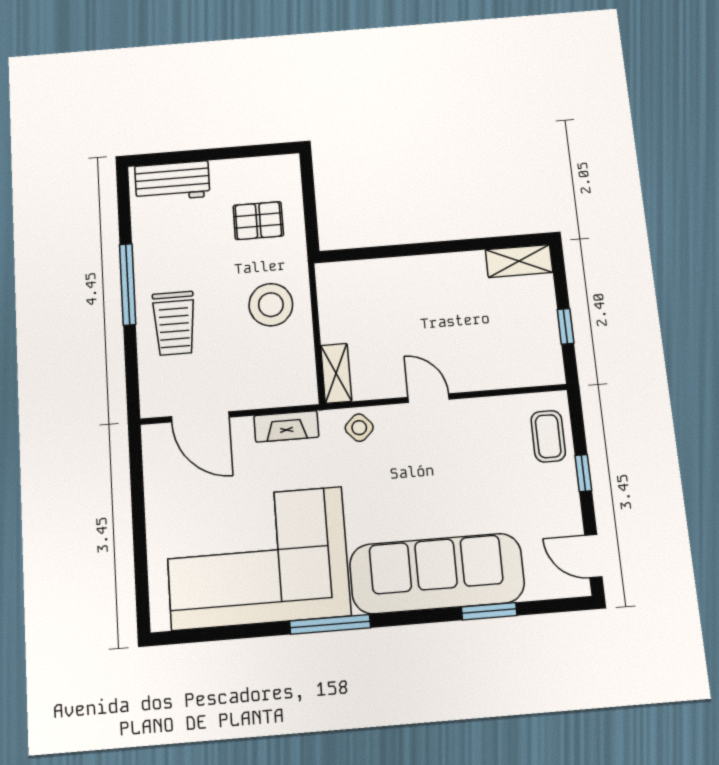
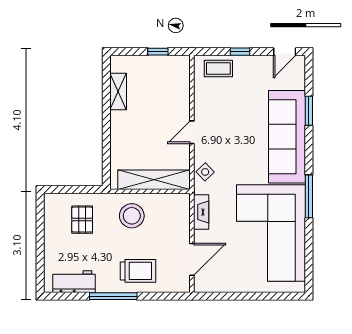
workbench: (172, 181) -> (74, 282), moved, turned -90
shelving: (519, 261) -> (118, 92), moved
shelving: (336, 373) -> (154, 180), width x2.20, depth x1.33

